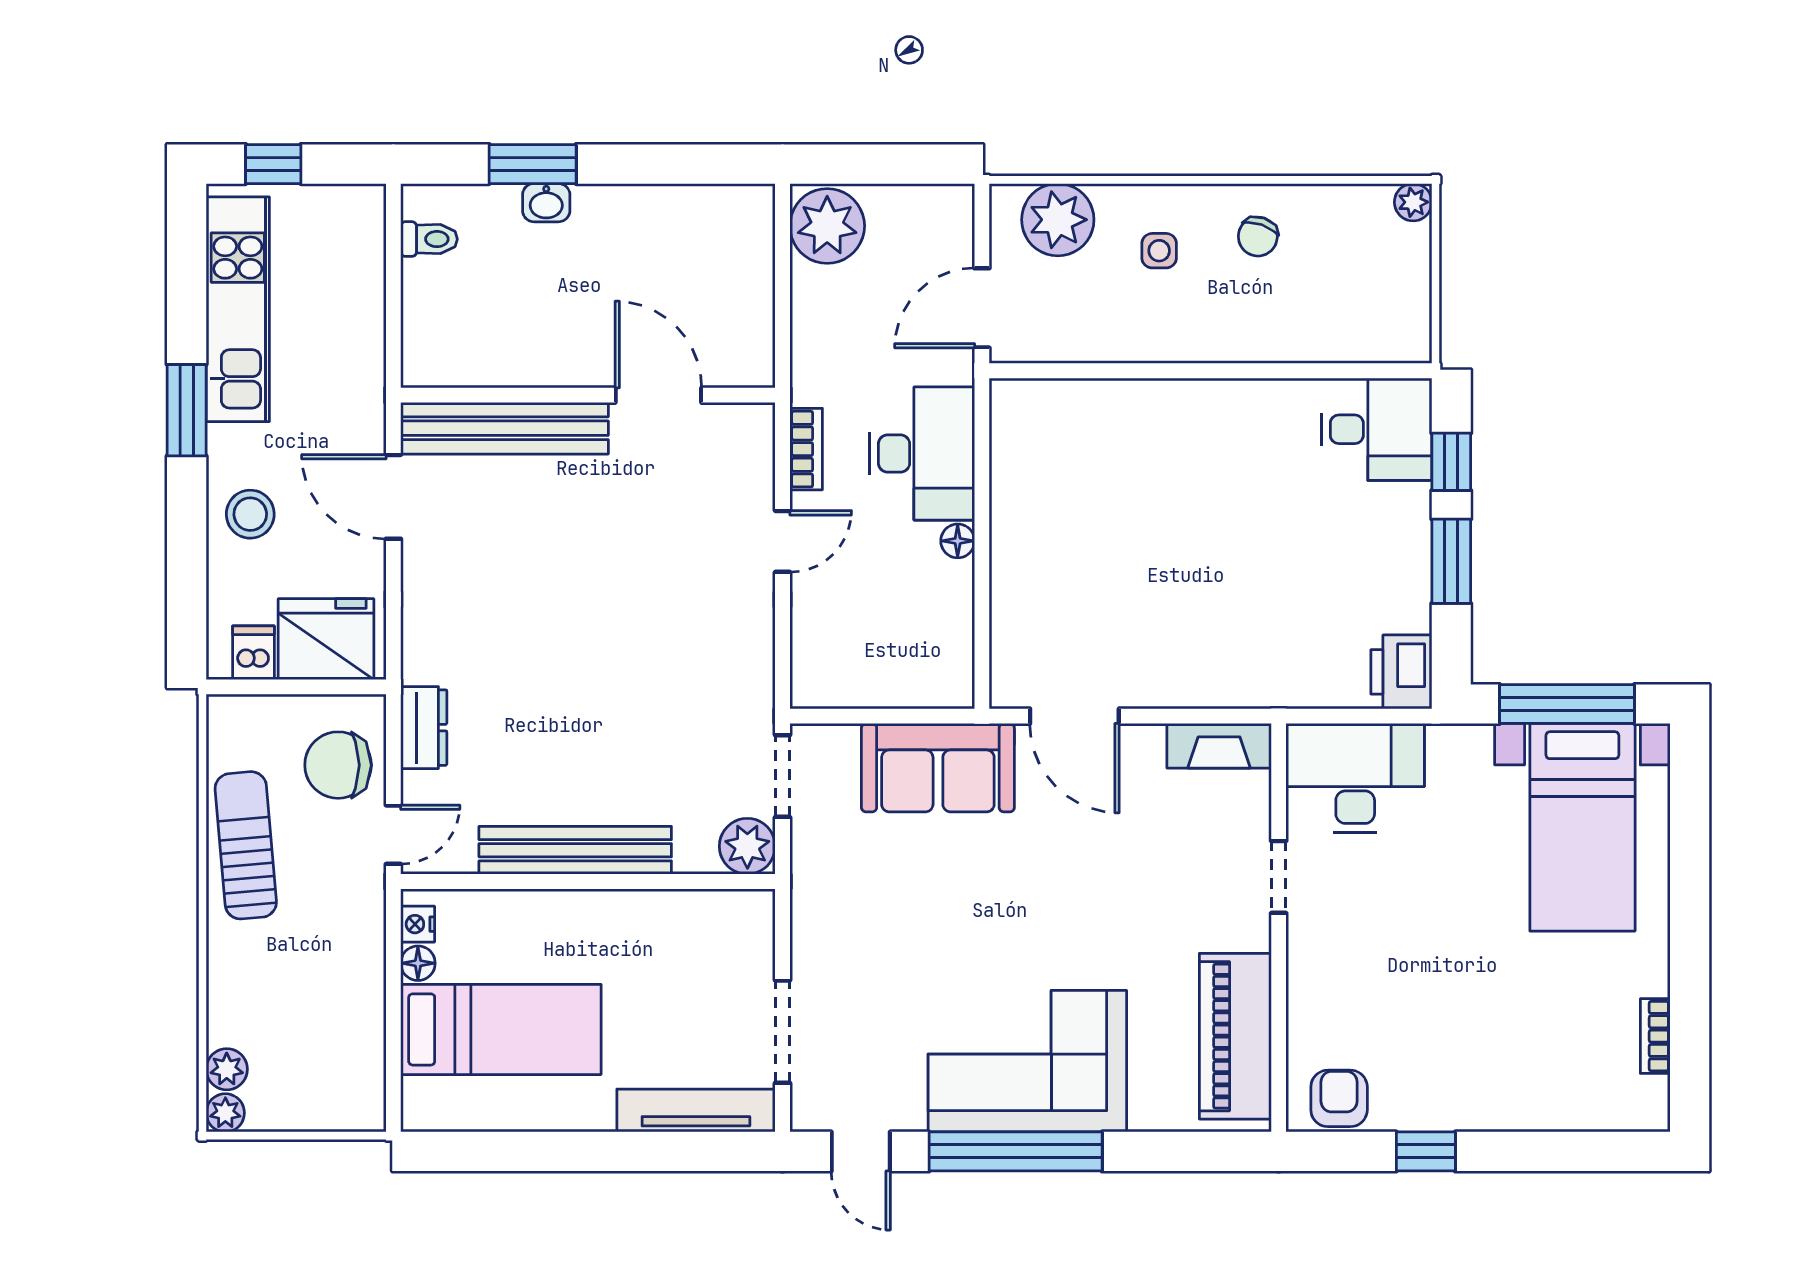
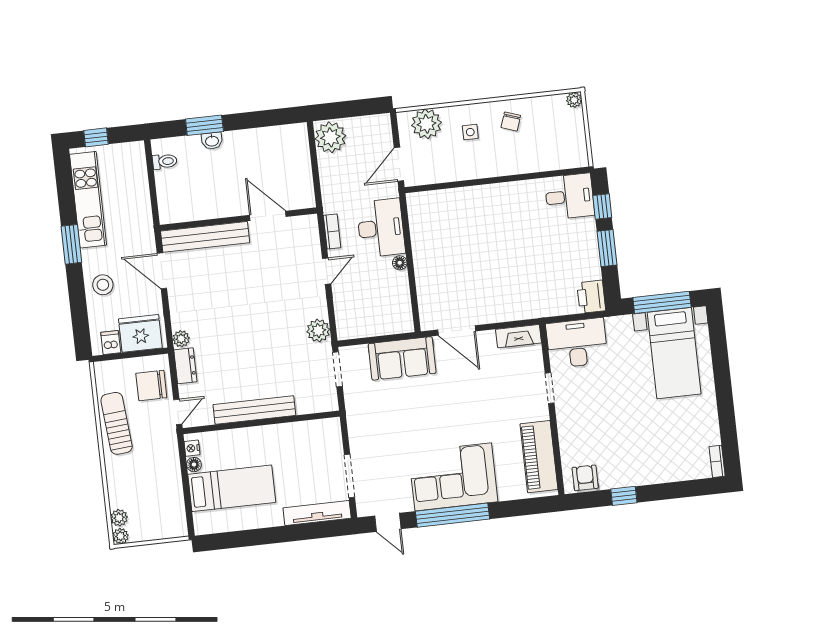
plant: (421, 662) -> (181, 339), added
plant: (747, 846) -> (318, 331), moved
bookcase: (1655, 1036) -> (717, 461), moved

